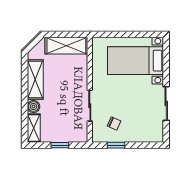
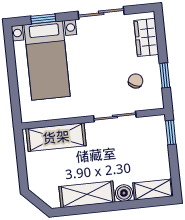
shelving: (66, 46) -> (56, 137), moved, turned 90
window: (166, 61) -> (43, 19), added
wardrobe: (145, 135) -> (146, 37), added
window: (60, 145) -> (171, 132), moved

